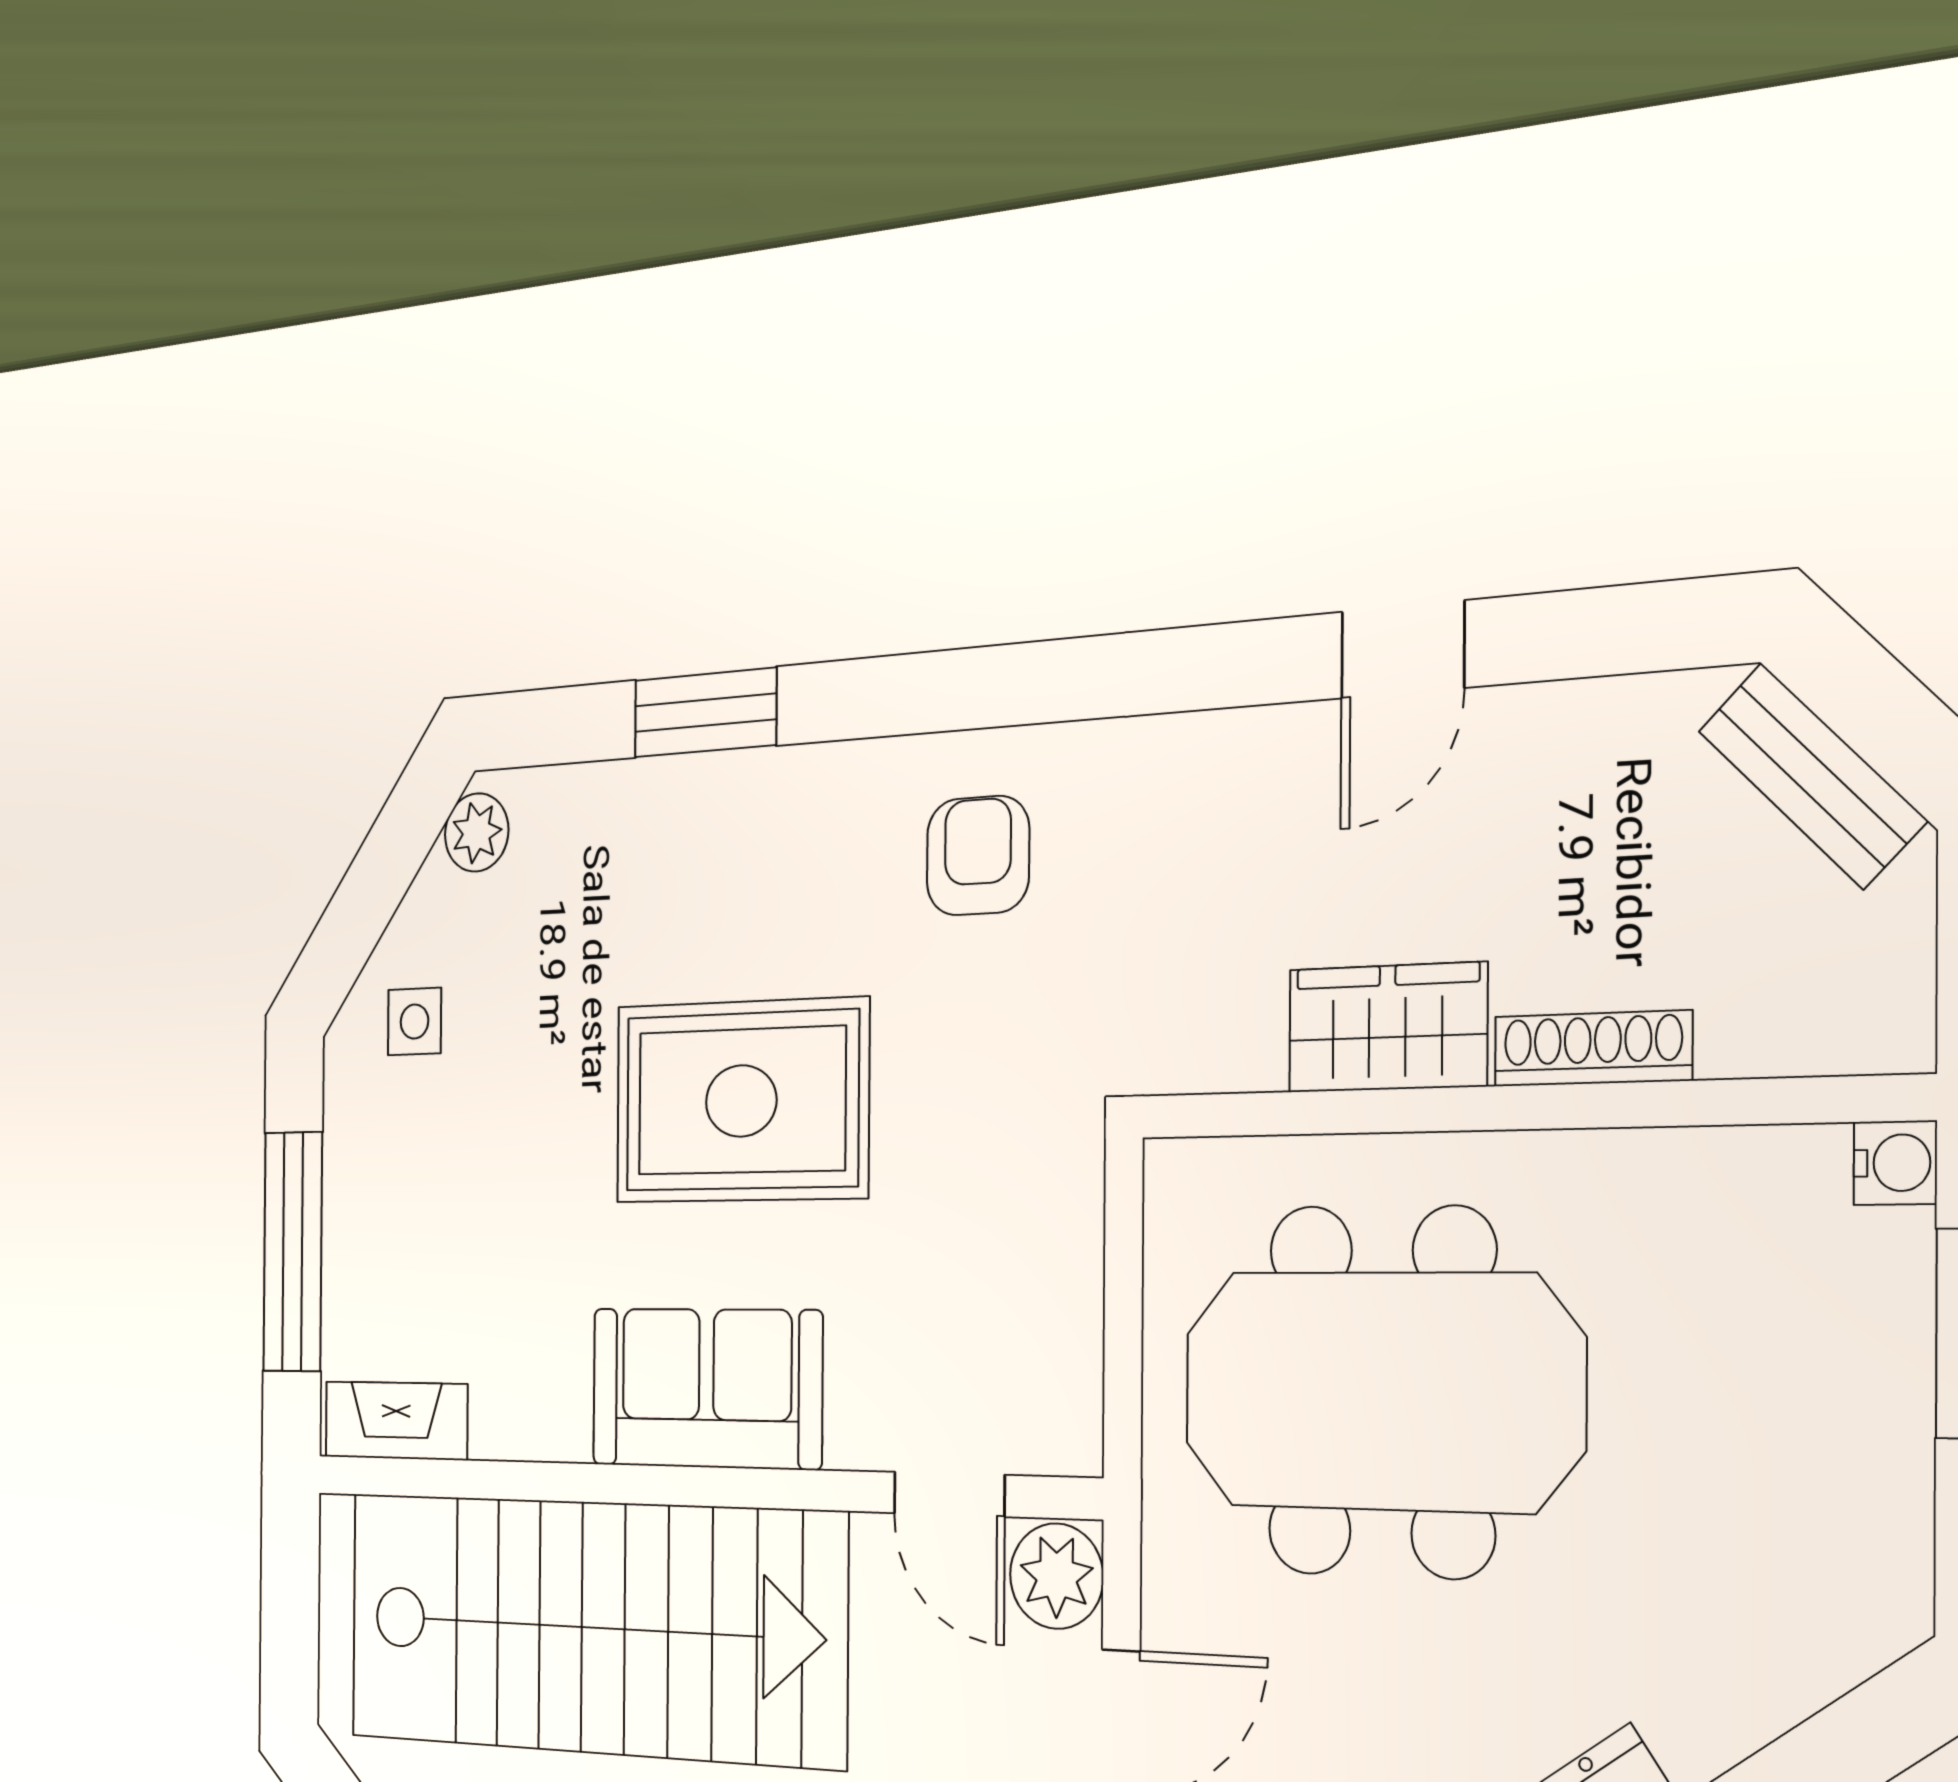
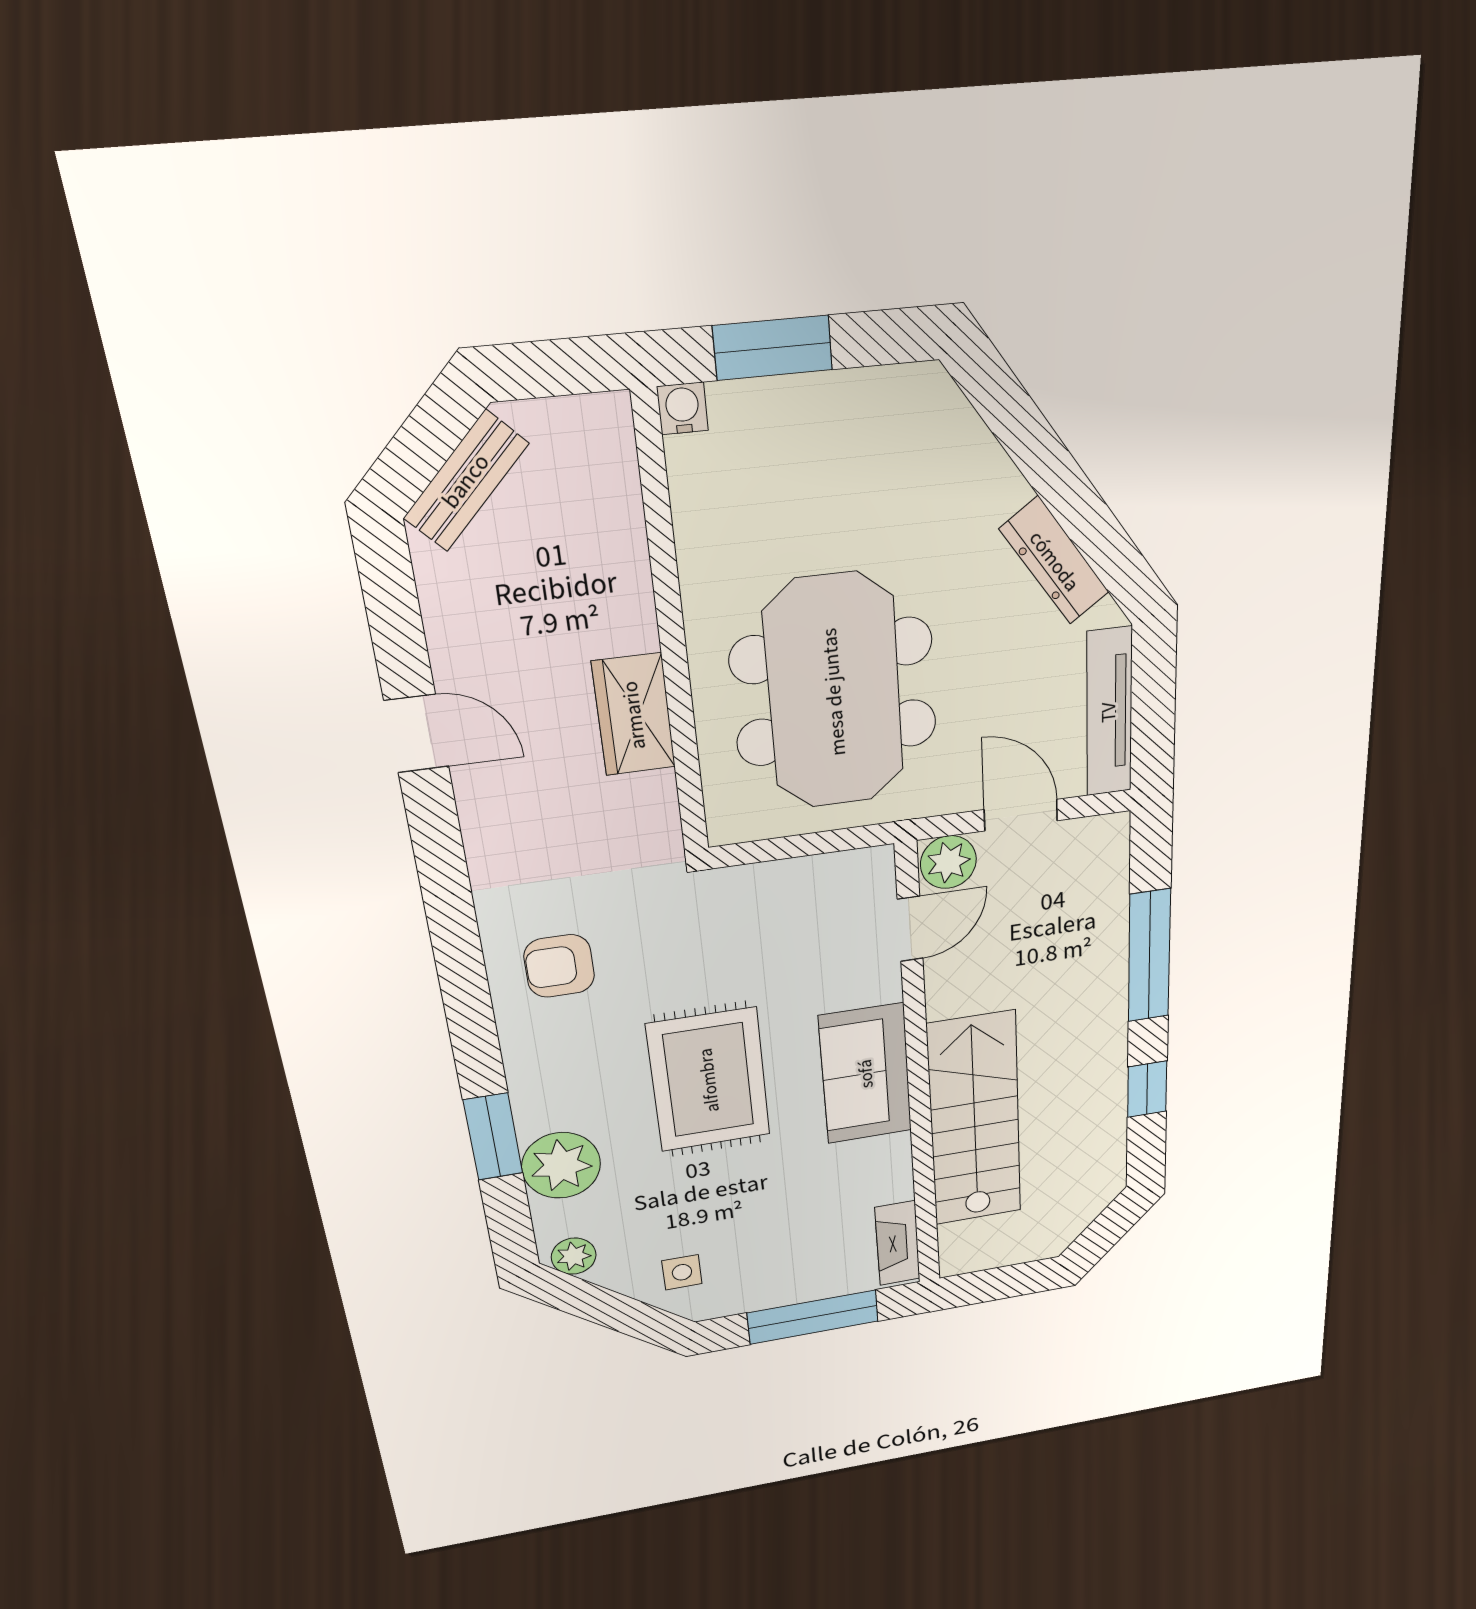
plant: (636, 826) -> (561, 1165), added
shoe rack: (1593, 1048) -> (634, 593), removed
stairs: (592, 1627) -> (975, 1120), width x0.73, depth x0.66

